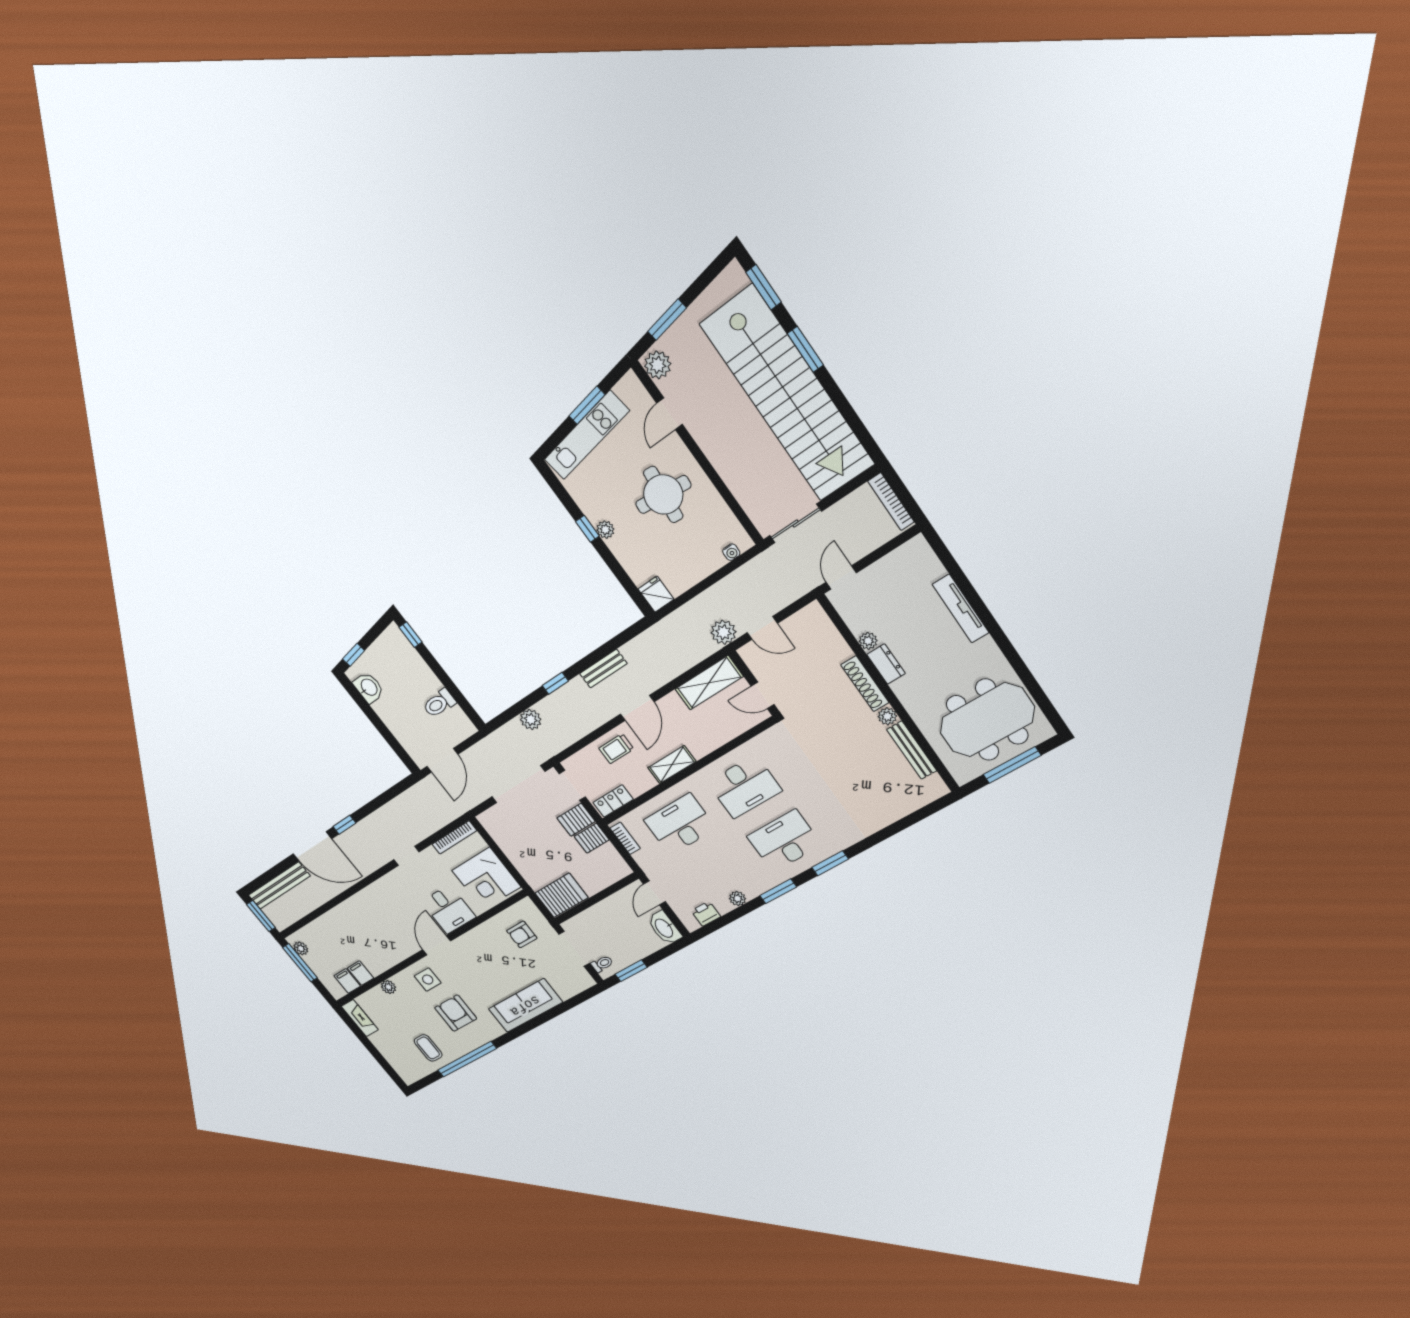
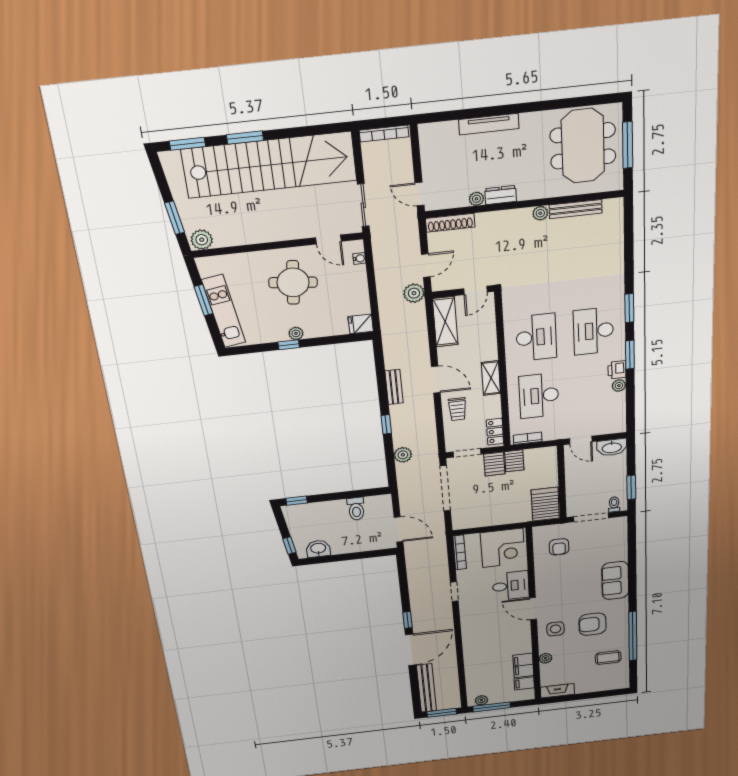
door: (670, 414) -> (328, 240), moved
shoe rack: (865, 684) -> (450, 223), moved
printer: (706, 914) -> (617, 370), moved
filing cabinet: (361, 973) -> (523, 665), width x2.00
sofa: (525, 1006) -> (615, 580), width x0.73

